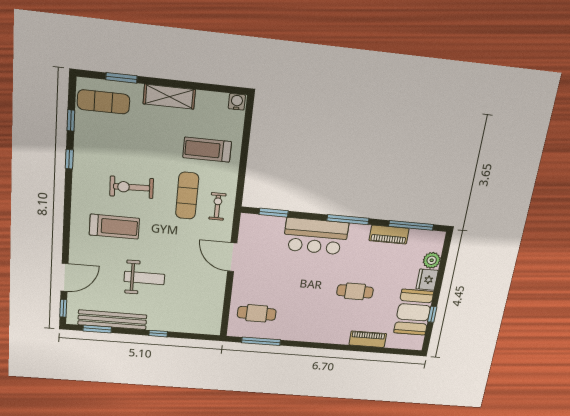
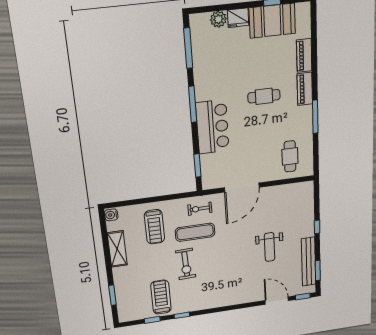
shelving: (169, 97) -> (117, 249), moved
exercise mat: (103, 102) -> (133, 303), removed
exercise bike: (132, 187) -> (186, 264), moved
treadmill: (114, 227) -> (161, 297), moved
piano: (389, 235) -> (305, 89), moved, turned 180
door: (232, 257) -> (242, 187), width x1.36
weight bench: (144, 278) -> (270, 247), turned 180
cafe table: (355, 291) -> (264, 96), moved, turned 90
window: (261, 341) -> (315, 117), moved

